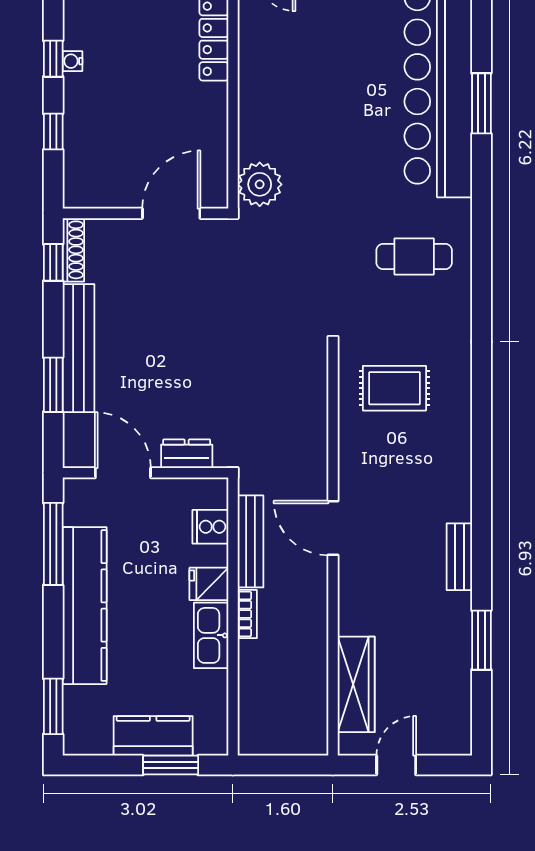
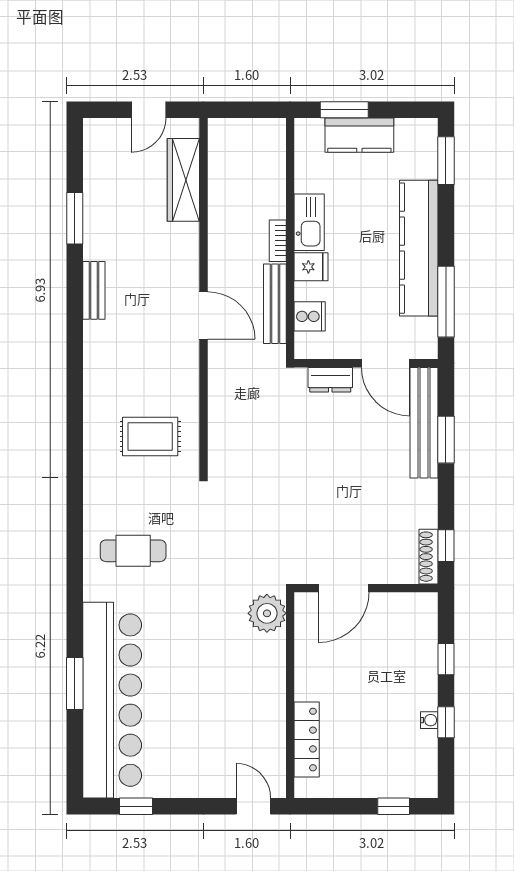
bench: (79, 348) -> (424, 423), moved

